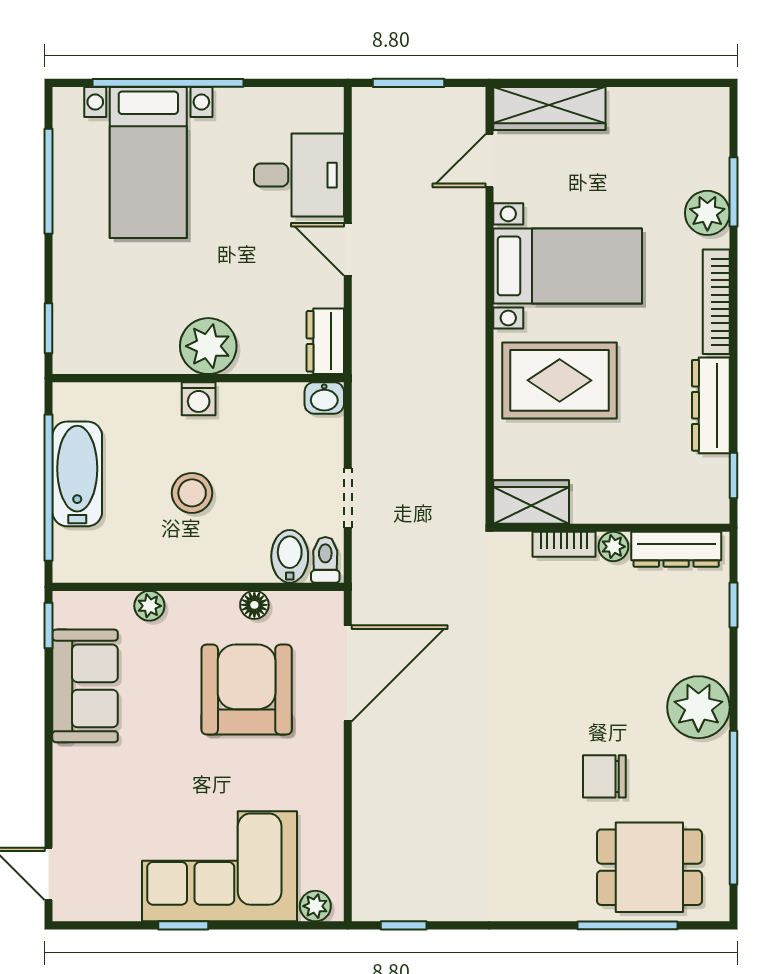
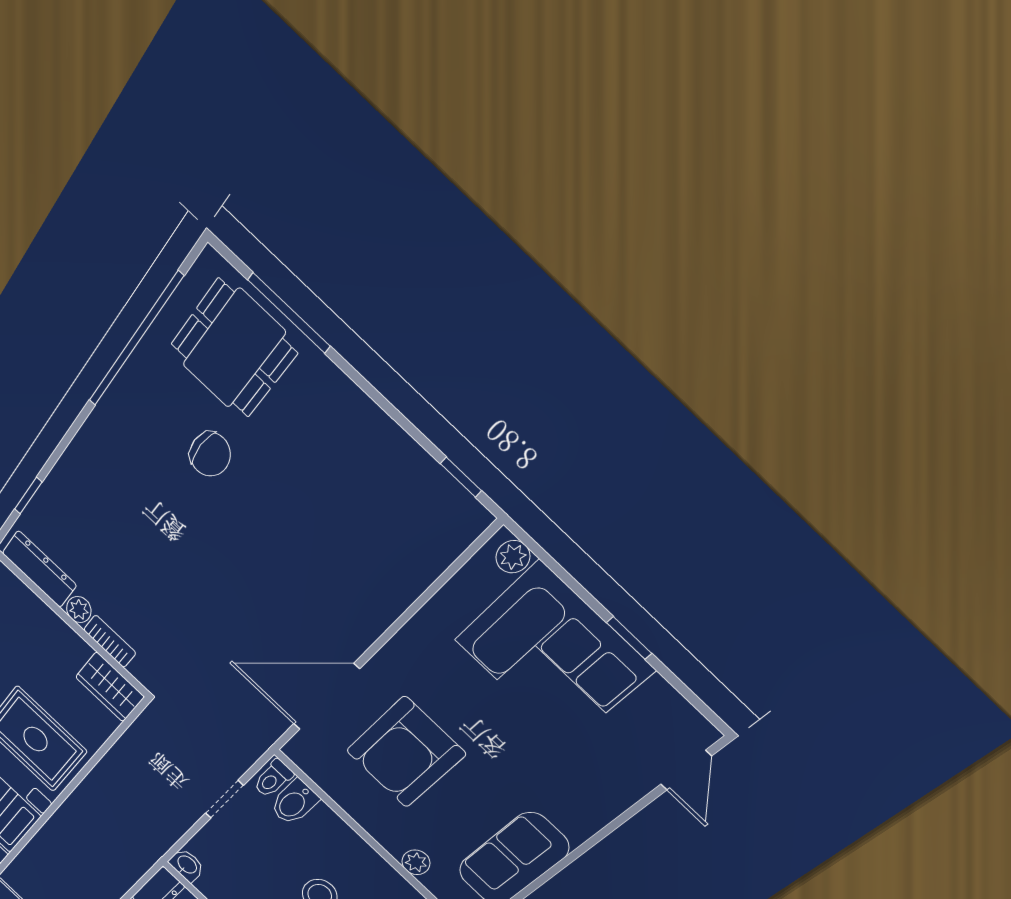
floor lamp: (254, 605) -> (346, 797), removed
plant: (698, 707) -> (104, 444), removed

